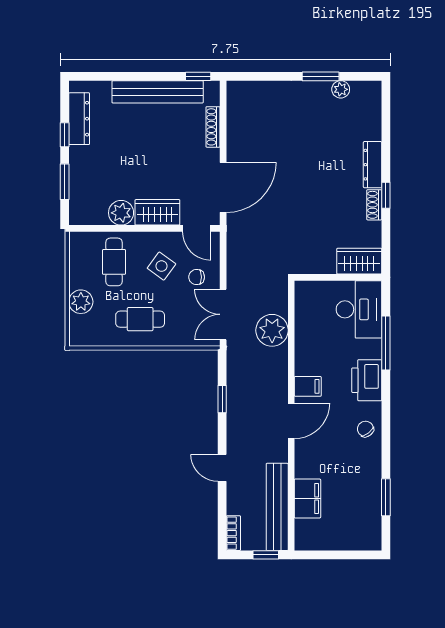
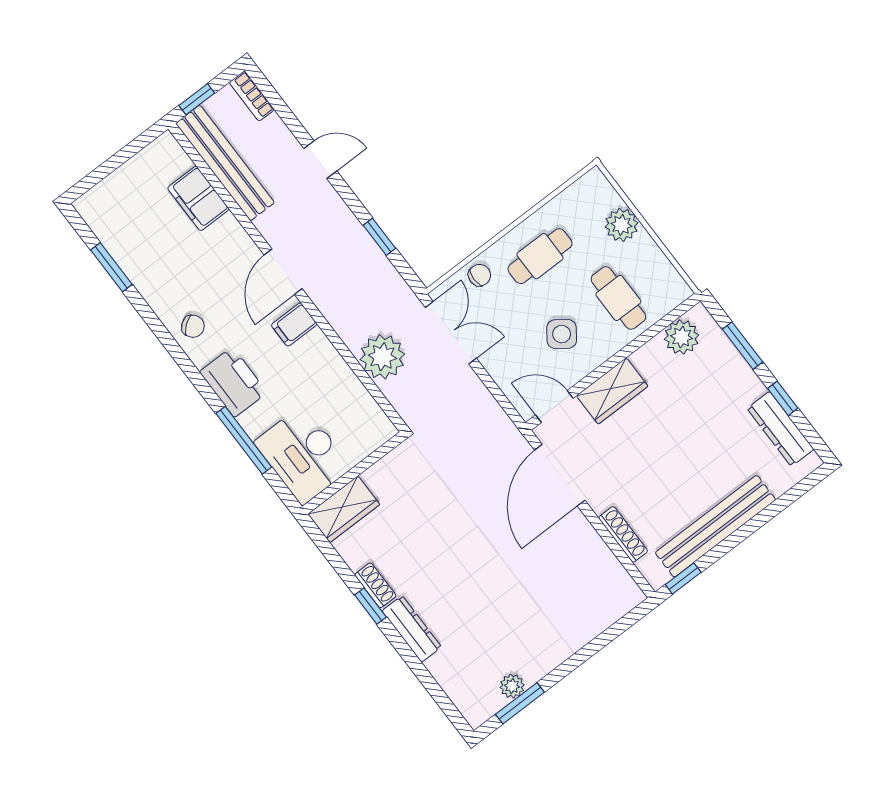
window: (321, 76) -> (520, 703), moved
plant: (121, 213) -> (682, 337), moved
chair: (197, 277) -> (479, 275), moved

